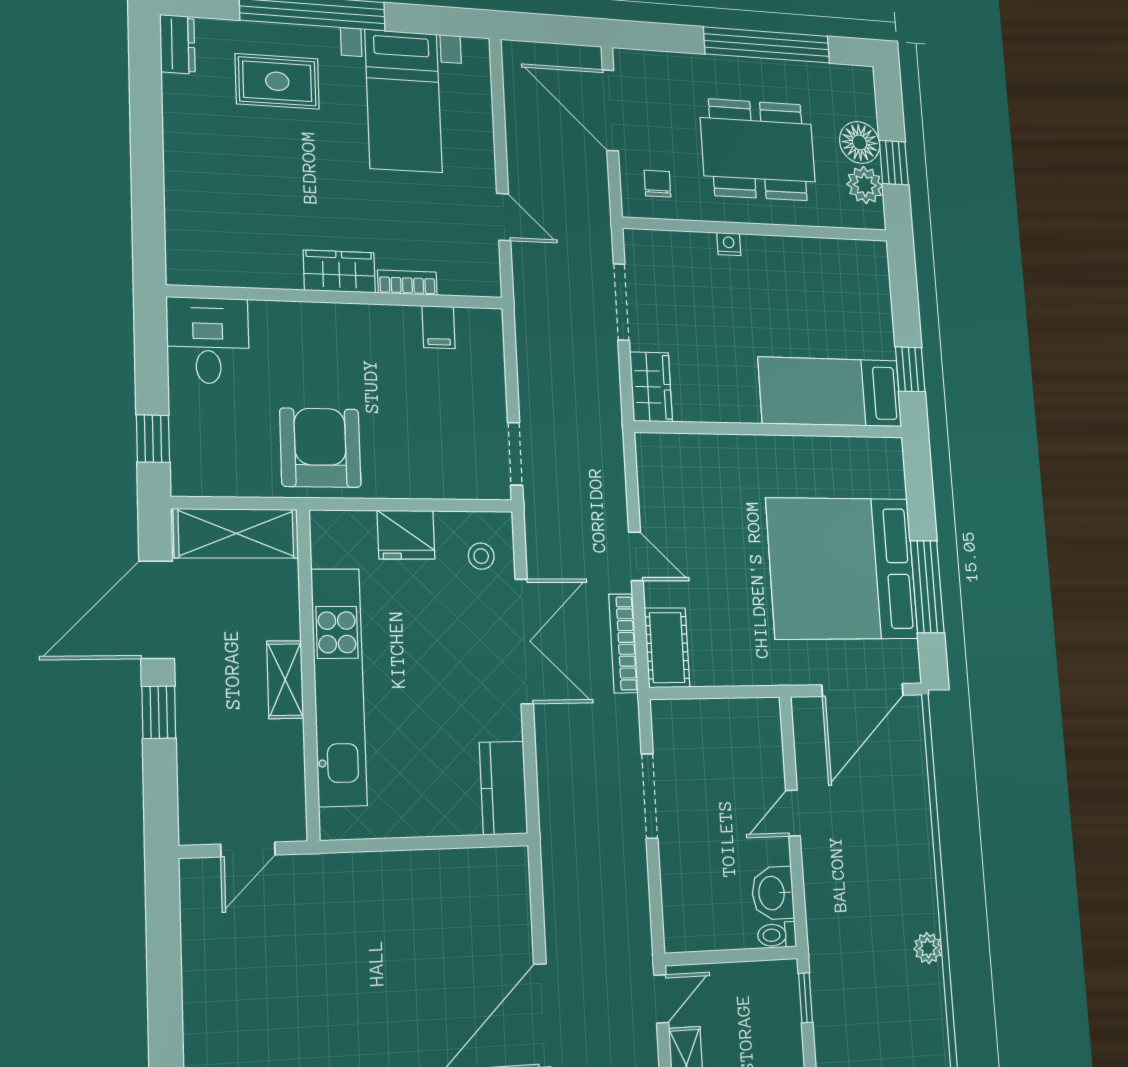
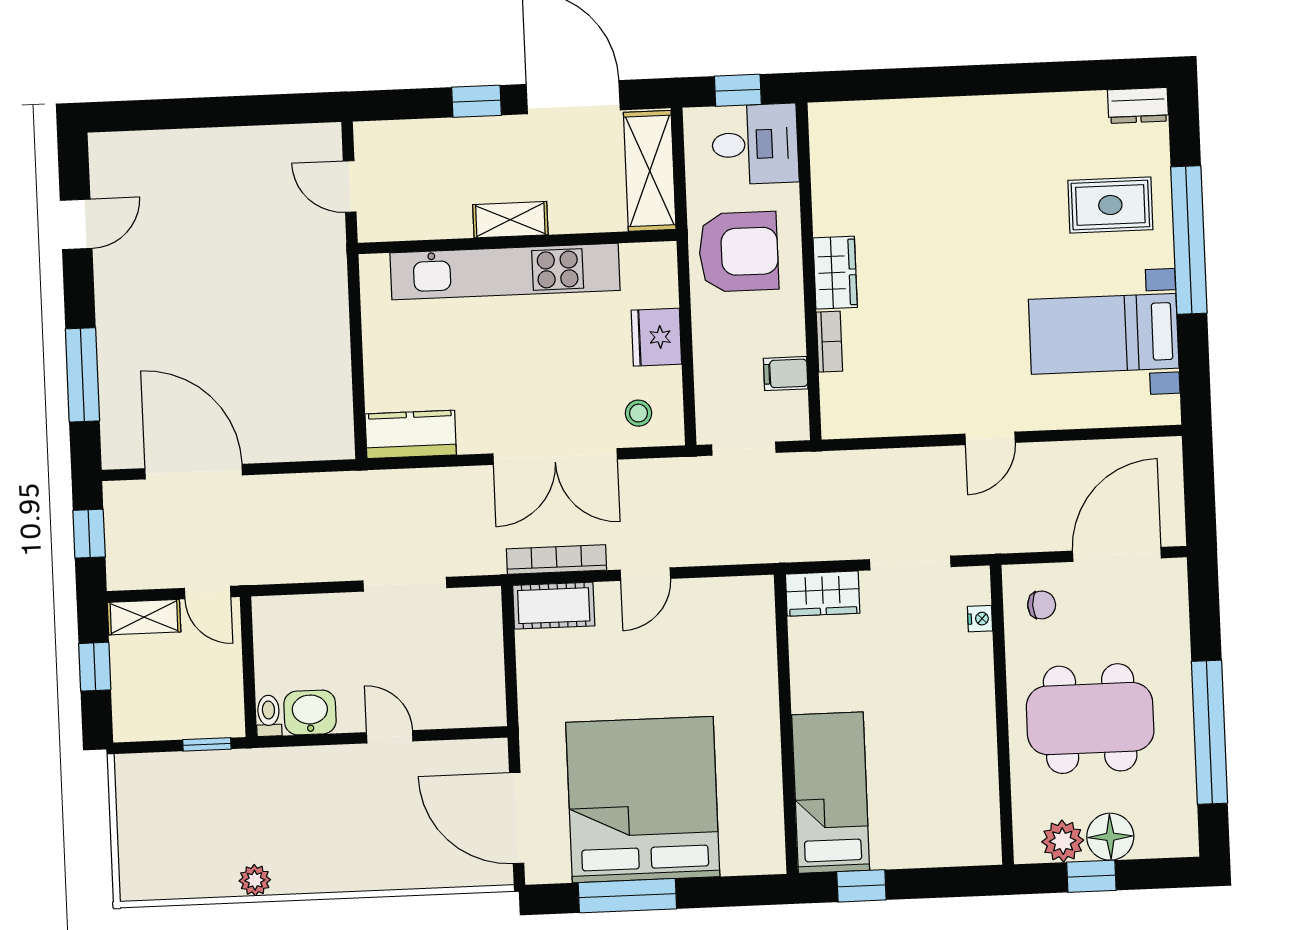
rug: (277, 81) -> (1110, 205), turned 90
dining table: (758, 150) -> (1090, 719), turned 90
nightstand: (729, 244) -> (980, 619), moved
wardrobe: (339, 271) -> (835, 273), moved
bookcase: (407, 283) -> (829, 342), moved
wall: (338, 297) -> (809, 271), moved
filing cabinet: (438, 327) -> (786, 374), moved
desk: (208, 340) -> (755, 144), moved

